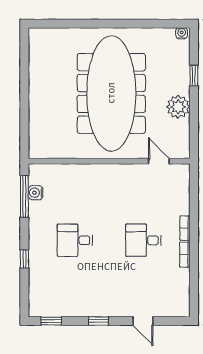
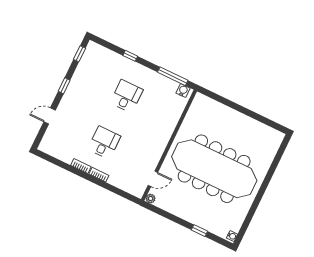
plant: (178, 107) -> (151, 199), moved, width x0.53, depth x0.53
water cooler: (36, 193) -> (183, 91), moved

